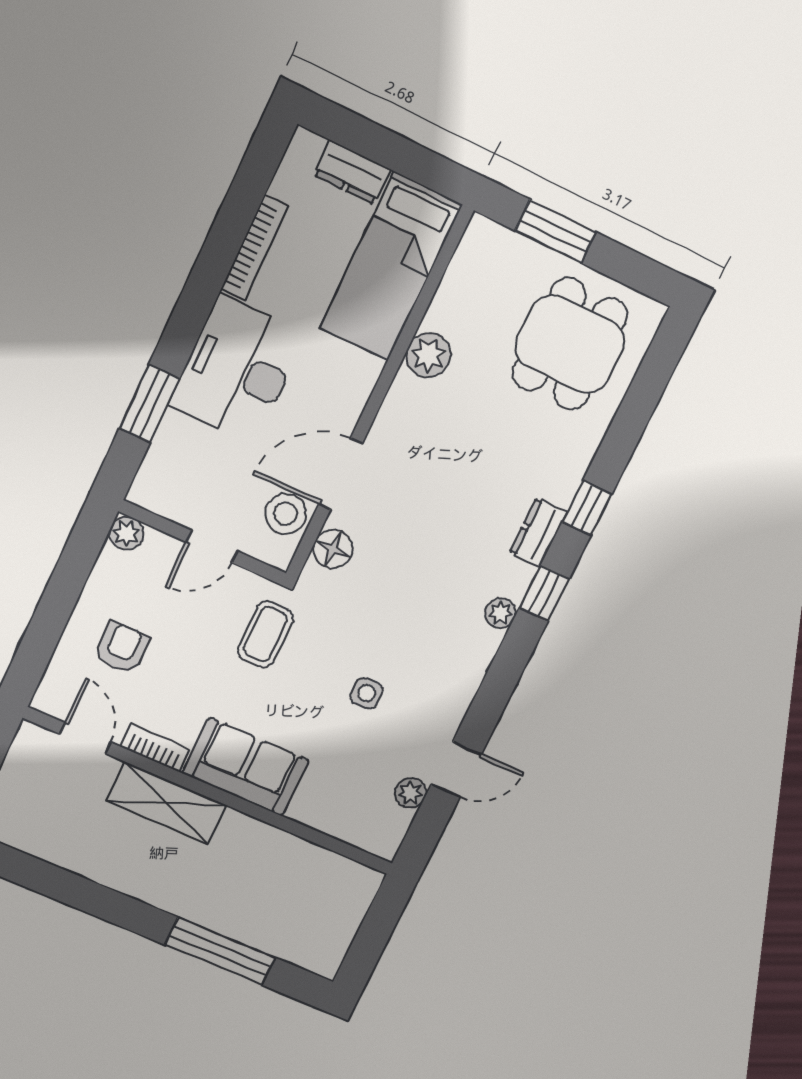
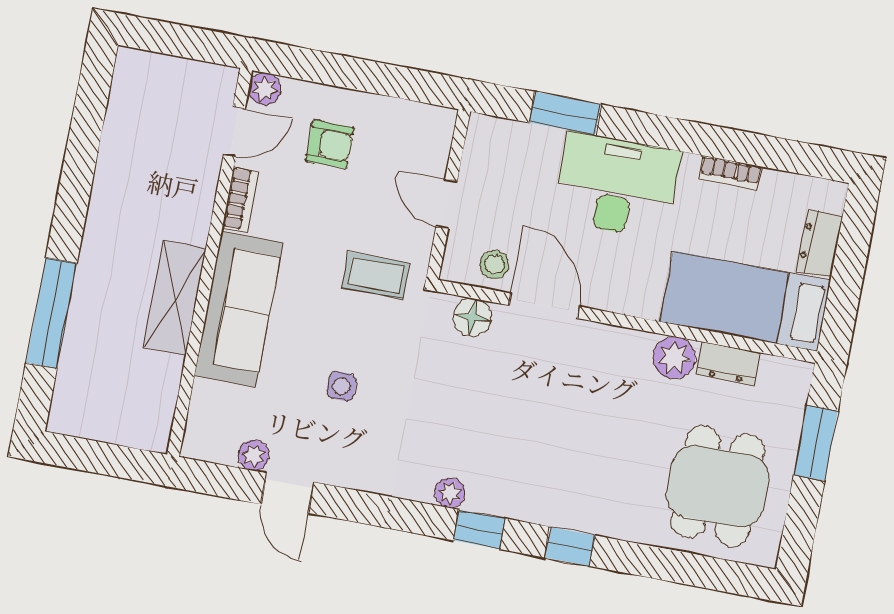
bookcase: (255, 248) -> (730, 173), width x0.64
dining table: (570, 344) -> (718, 486), turned 90
stool: (286, 514) -> (494, 265), width x0.73, depth x0.73
dresser: (538, 532) -> (728, 364), moved, turned 180
plant: (126, 533) -> (265, 89), moved
sofa: (246, 767) -> (239, 309), width x1.36
shelving: (166, 803) -> (175, 298), moved

